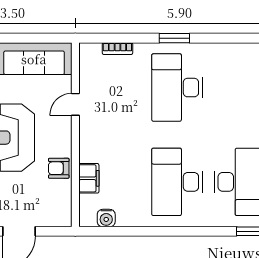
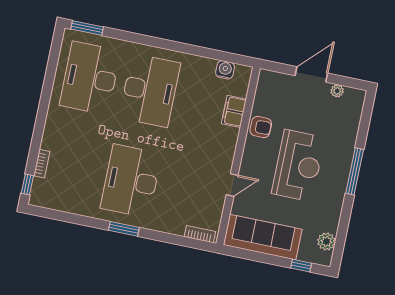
bookcase: (117, 49) -> (200, 234), moved
desk: (177, 88) -> (131, 181), turned 180

